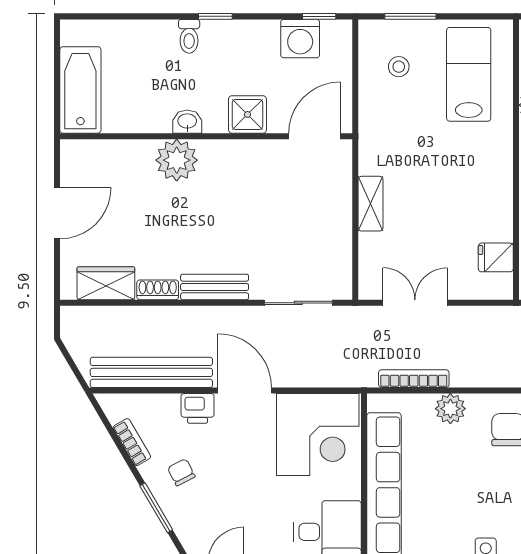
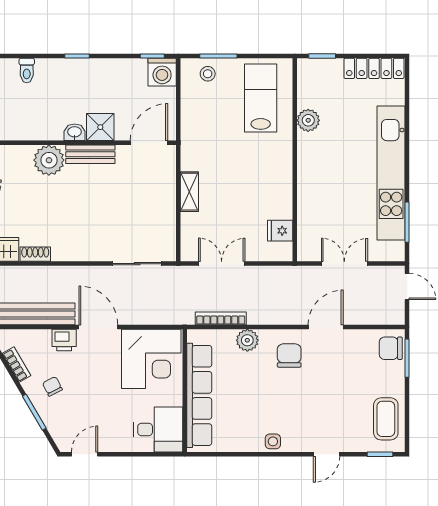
toilet: (189, 36) -> (27, 70), moved
washing machine: (300, 39) -> (162, 72), moved
stool: (399, 67) -> (208, 74), moved
washbasin: (187, 122) -> (75, 132), moved
bench: (215, 287) -> (90, 154), moved

